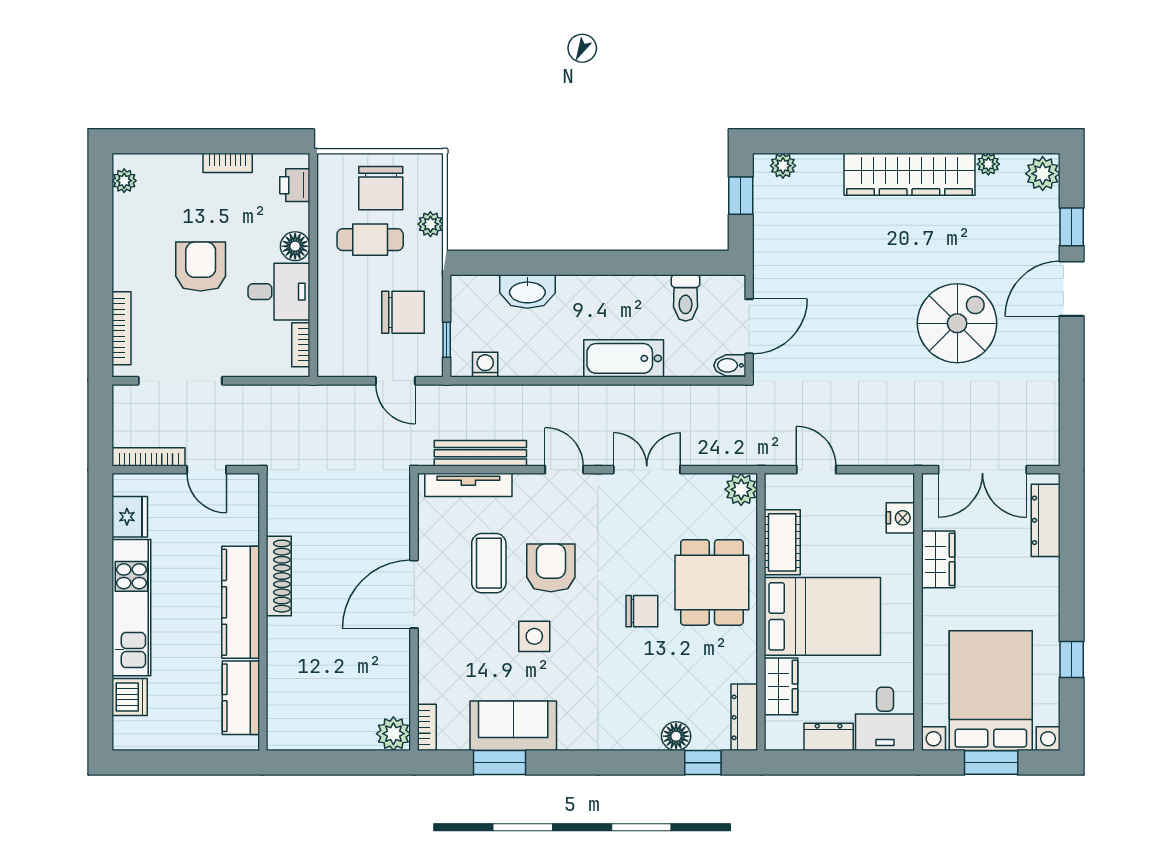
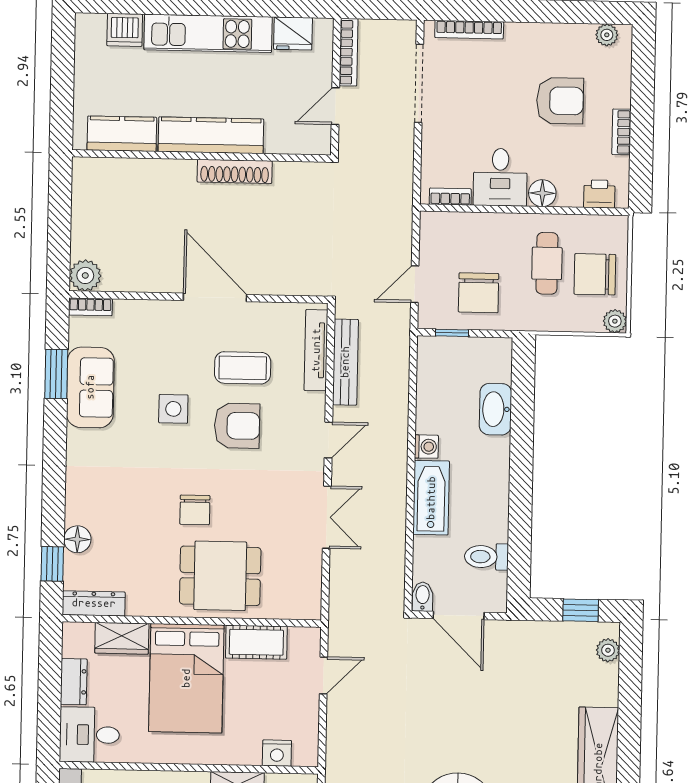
plant: (430, 224) -> (615, 321), moved
armchair: (201, 267) -> (560, 101), moved
washing machine: (485, 365) -> (426, 447), moved
plant: (741, 489) -> (307, 605), removed

